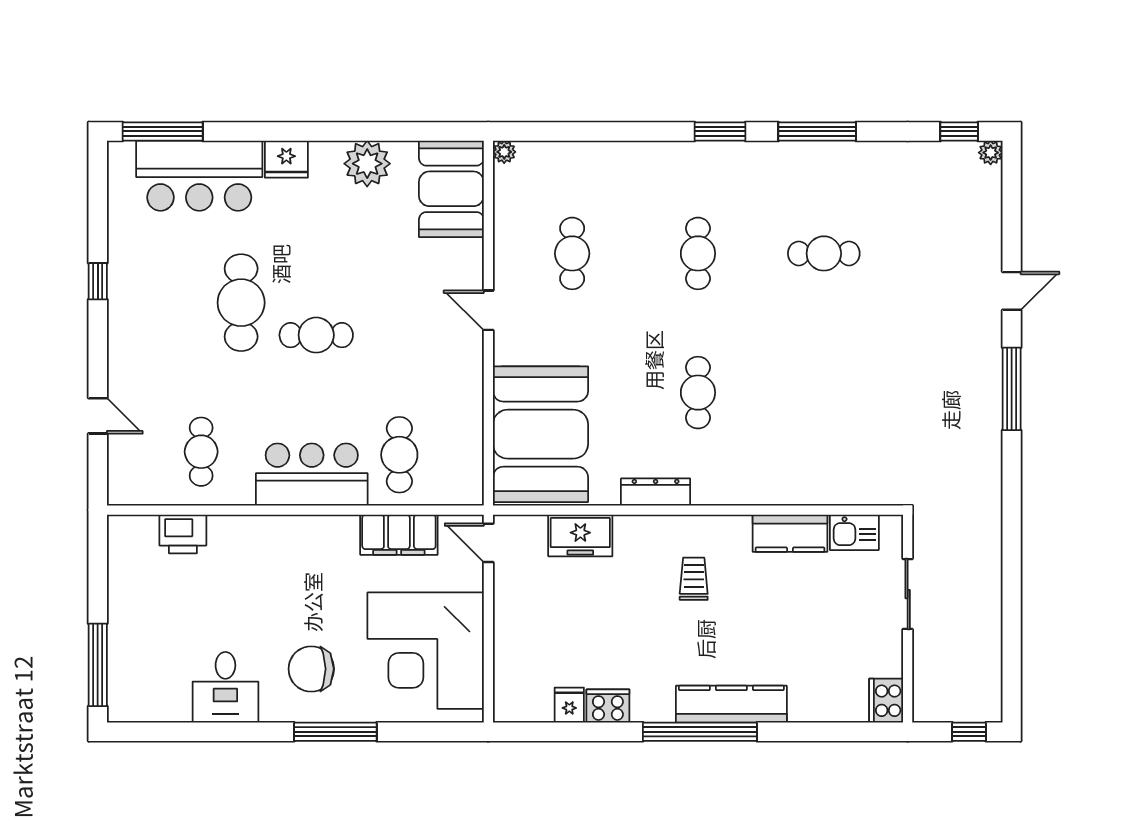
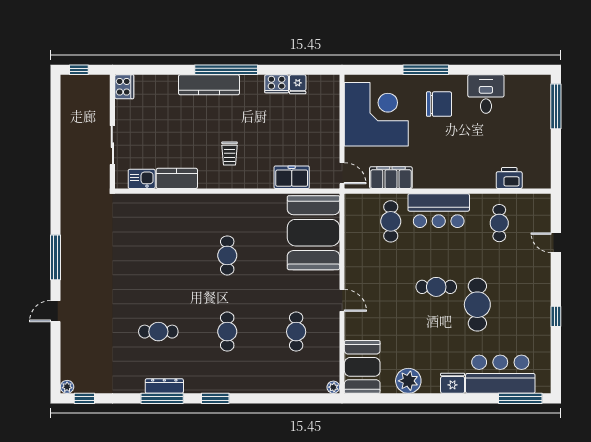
dresser: (656, 492) -> (164, 386), moved, turned 180

